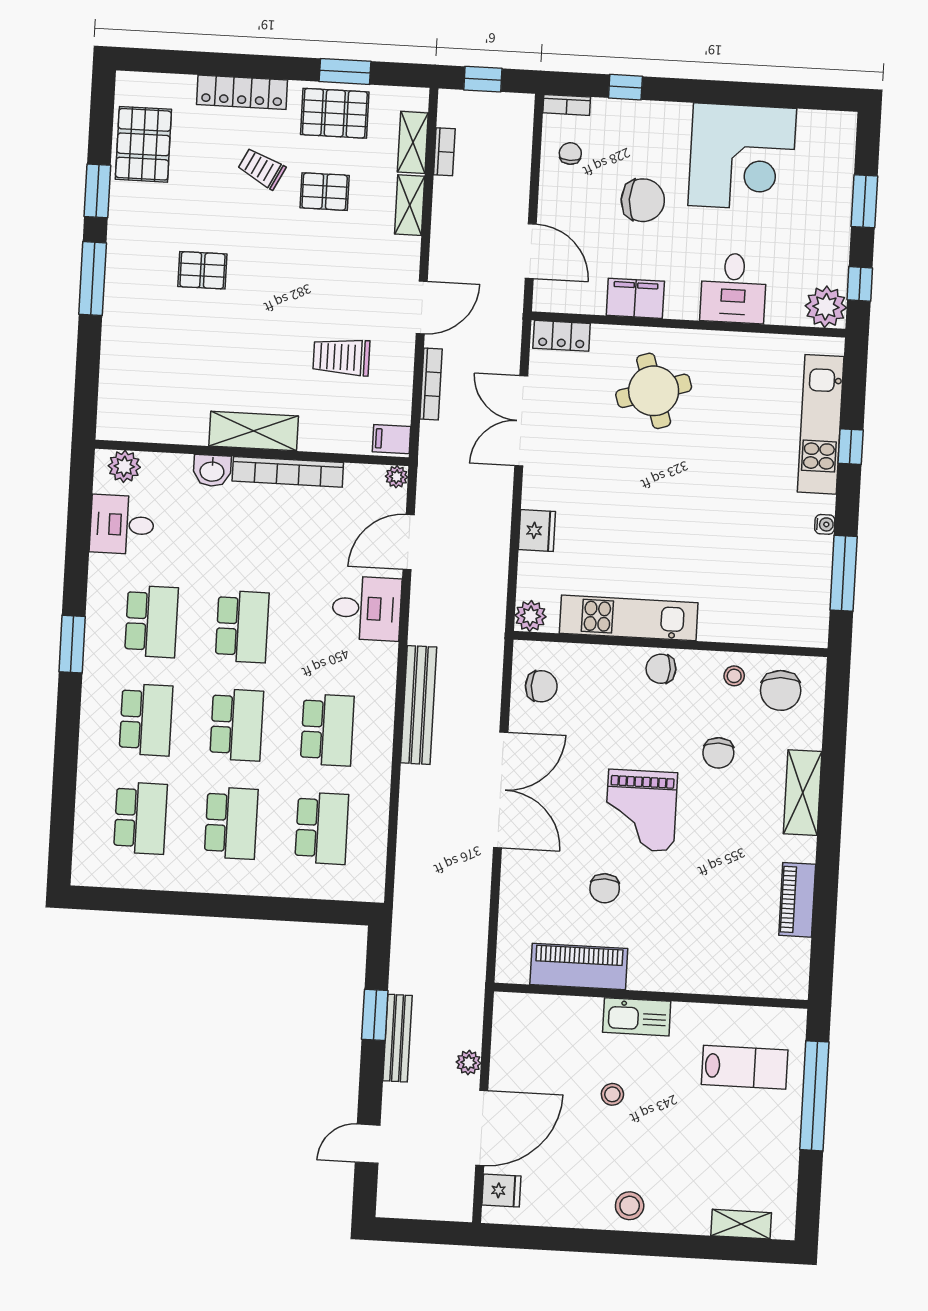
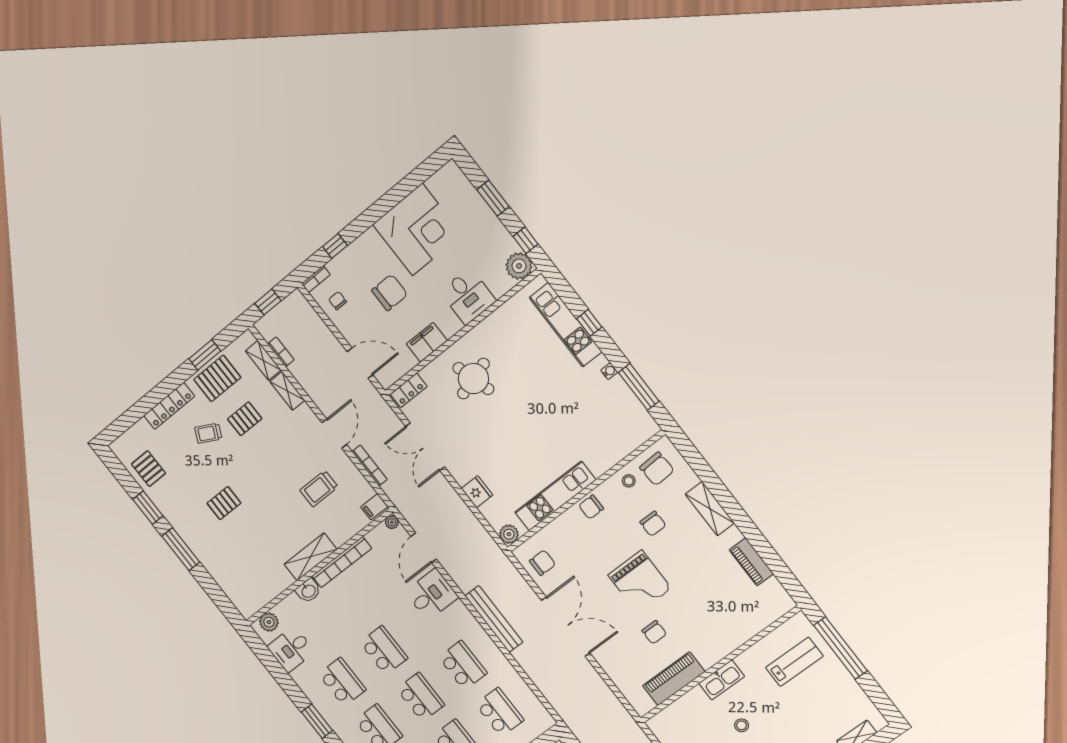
pallet: (143, 144) -> (148, 469), width x0.67, depth x0.71

